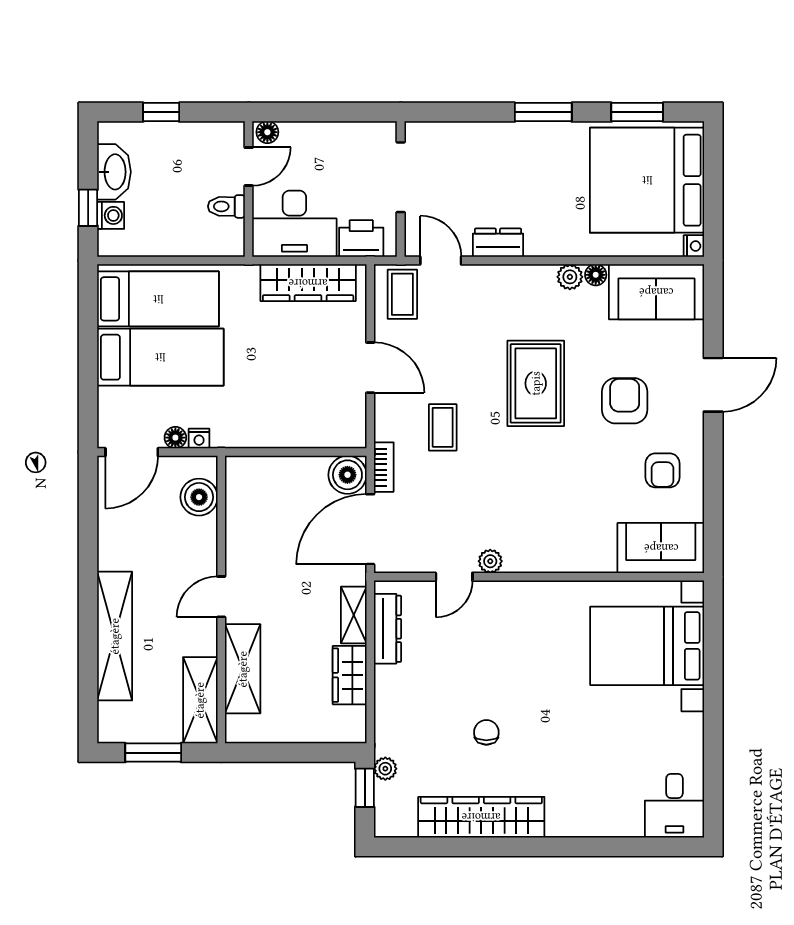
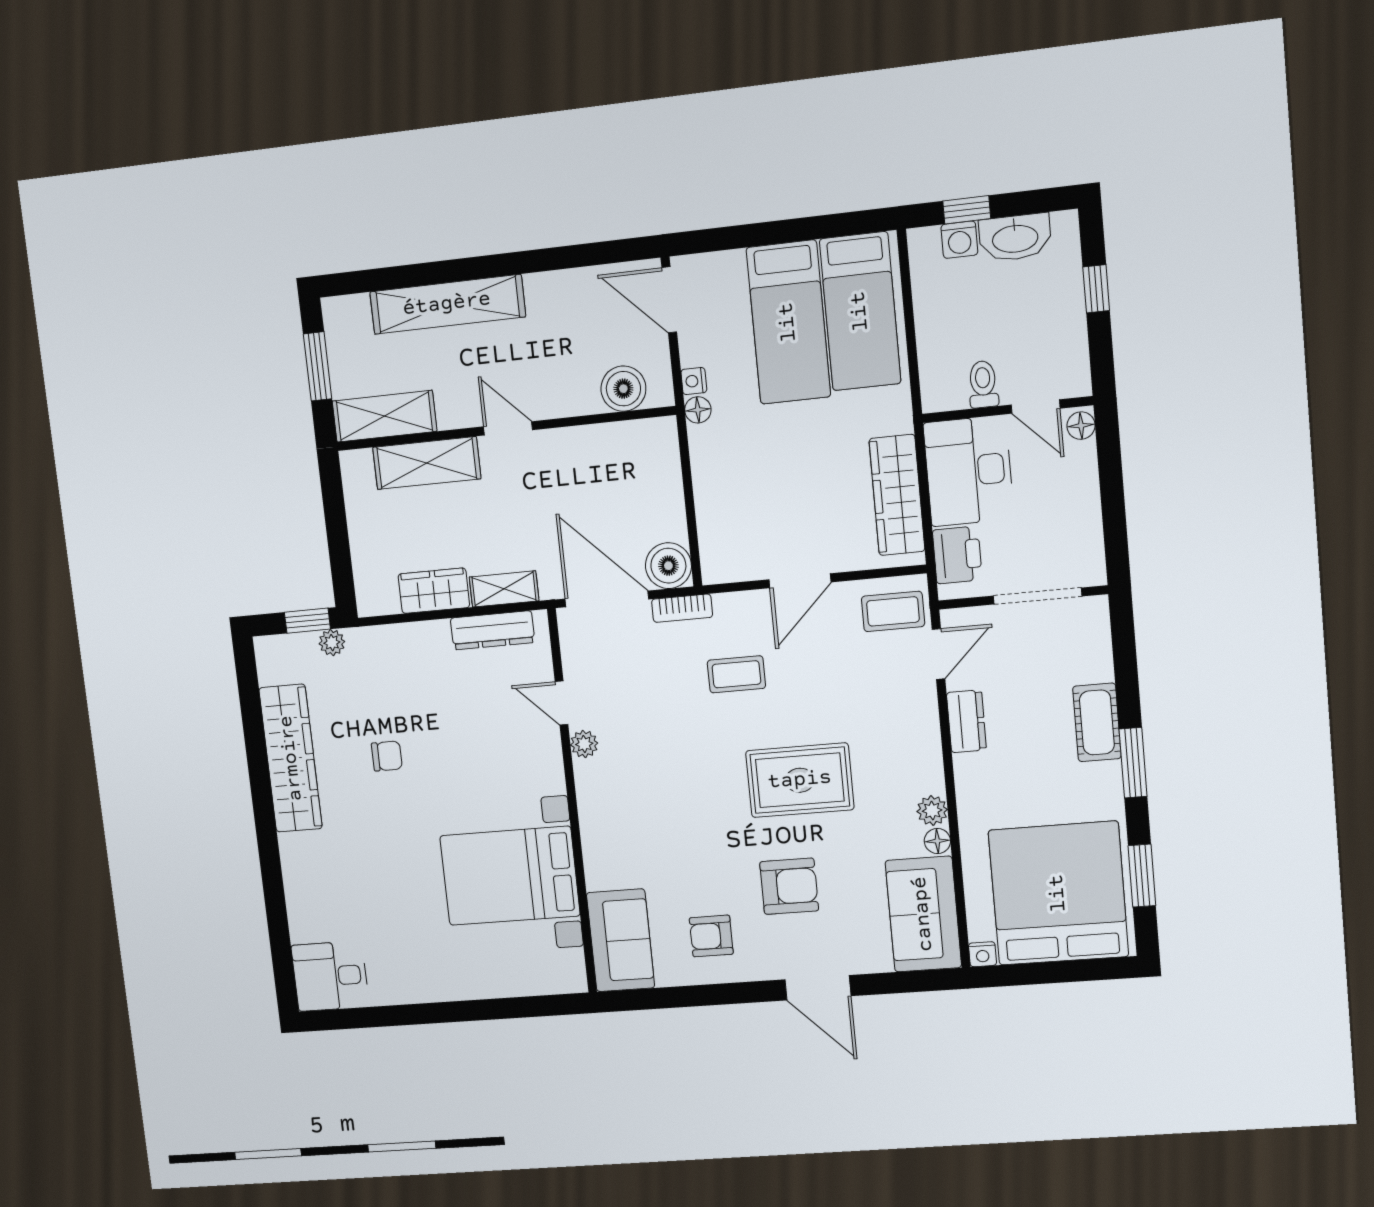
cot: (508, 138) -> (1097, 722), added
floor lamp: (175, 438) -> (698, 410), moved
bed with nightstands: (647, 646) -> (510, 876), moved, turned -90

